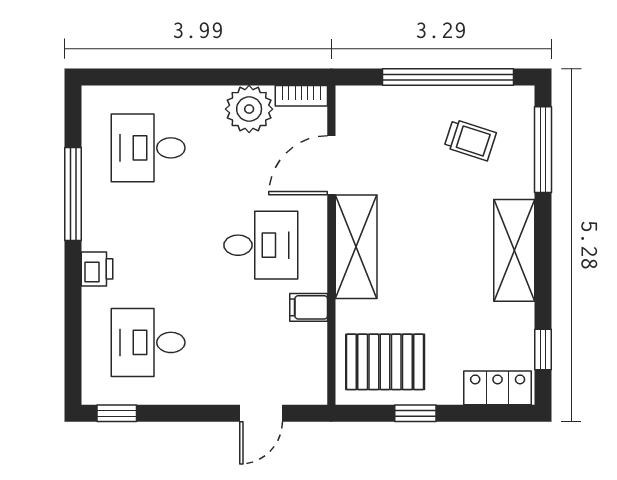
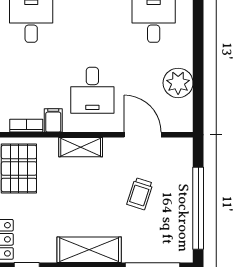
bookcase: (301, 96) -> (26, 126), moved, turned 90
trolley: (470, 140) -> (140, 194), moved
shelving: (356, 247) -> (81, 147), width x0.67, depth x0.75

